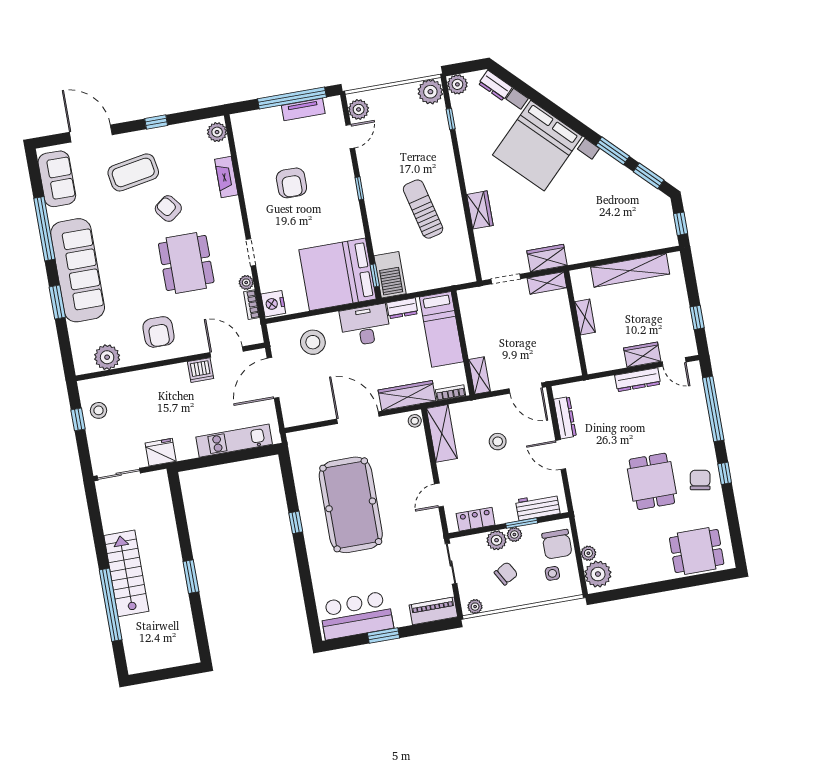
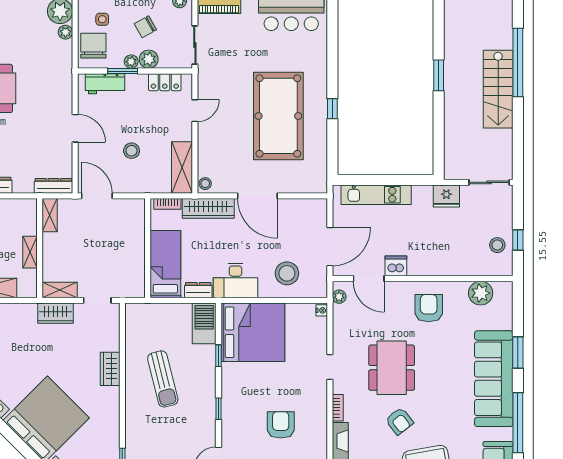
window: (375, 275) -> (218, 356), moved
plant: (246, 283) -> (339, 297), moved
nightstand: (273, 304) -> (322, 310), width x0.53, depth x0.56
bookcase: (252, 305) -> (338, 408), moved
shelving: (479, 376) -> (50, 215), moved
dresser: (565, 418) -> (53, 186), moved, turned 90

